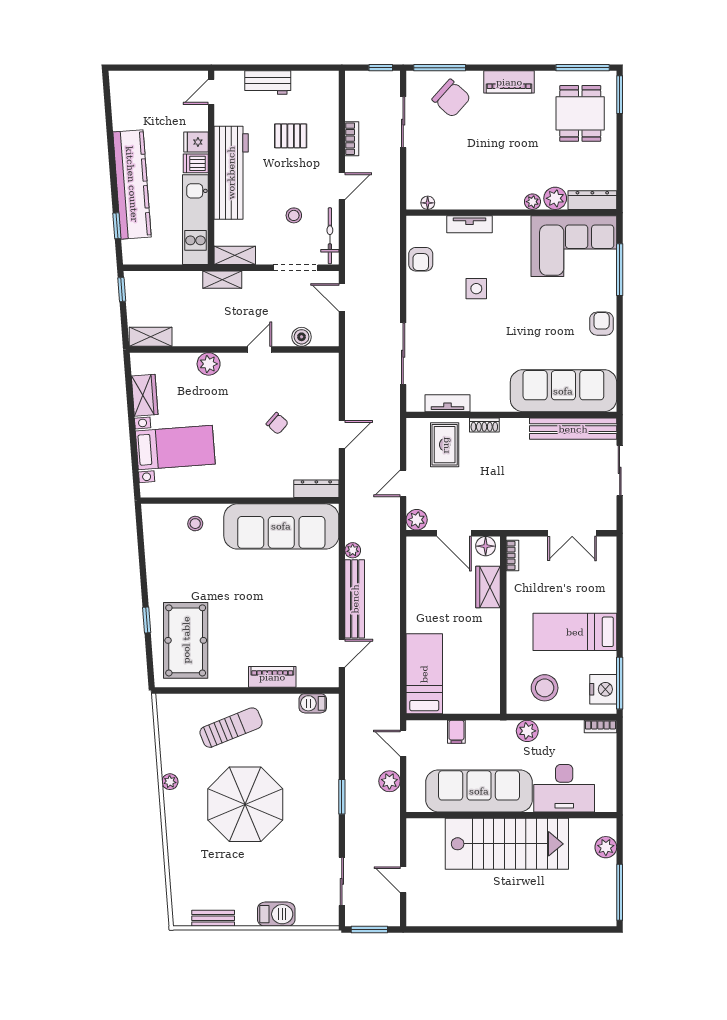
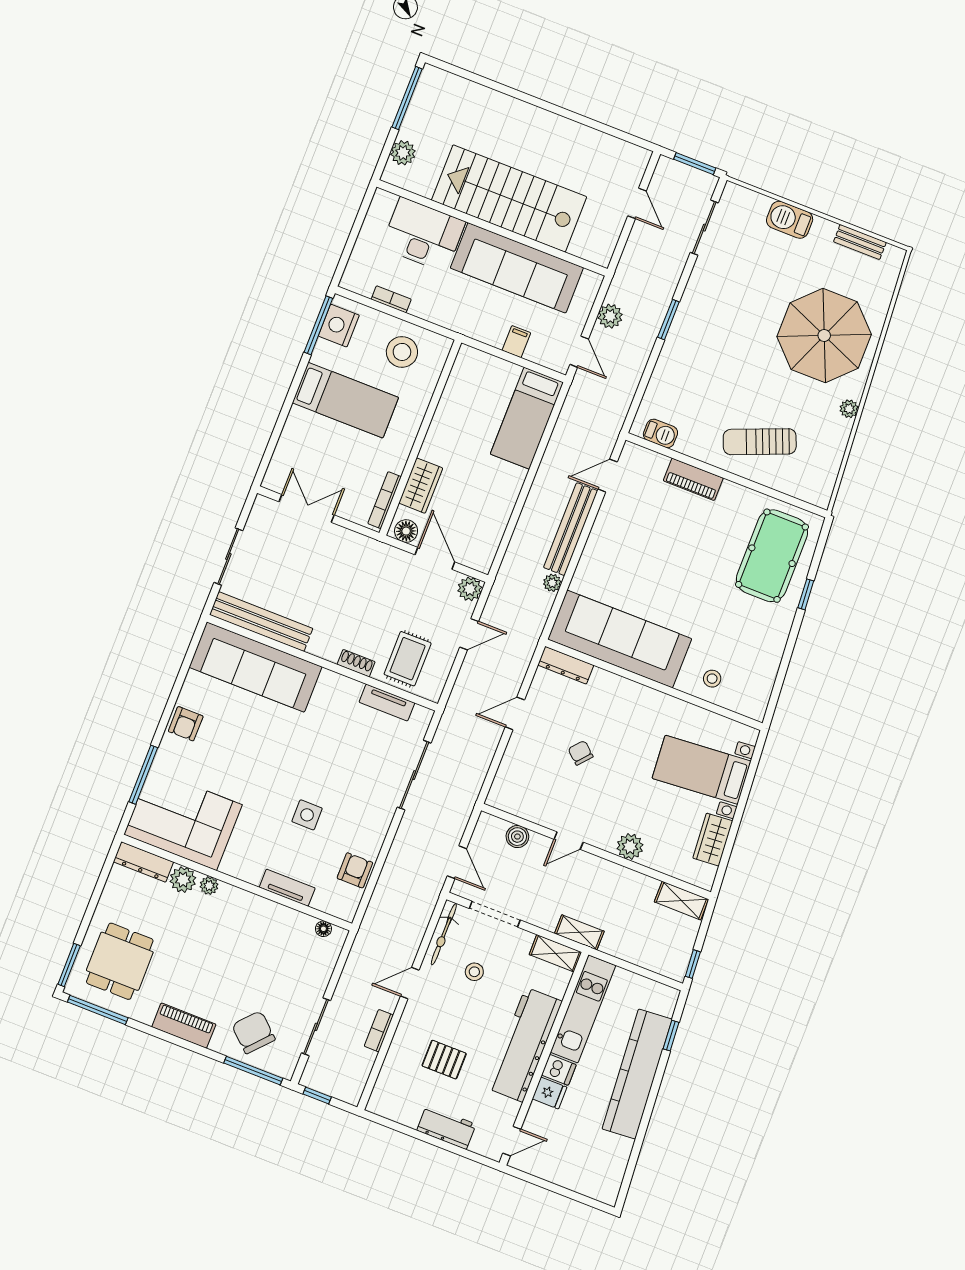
bookcase: (512, 555) -> (385, 500), width x1.56
bookcase: (600, 727) -> (391, 299), moved
plant: (527, 731) -> (439, 313), removed
parasol: (245, 804) -> (824, 336), moved

